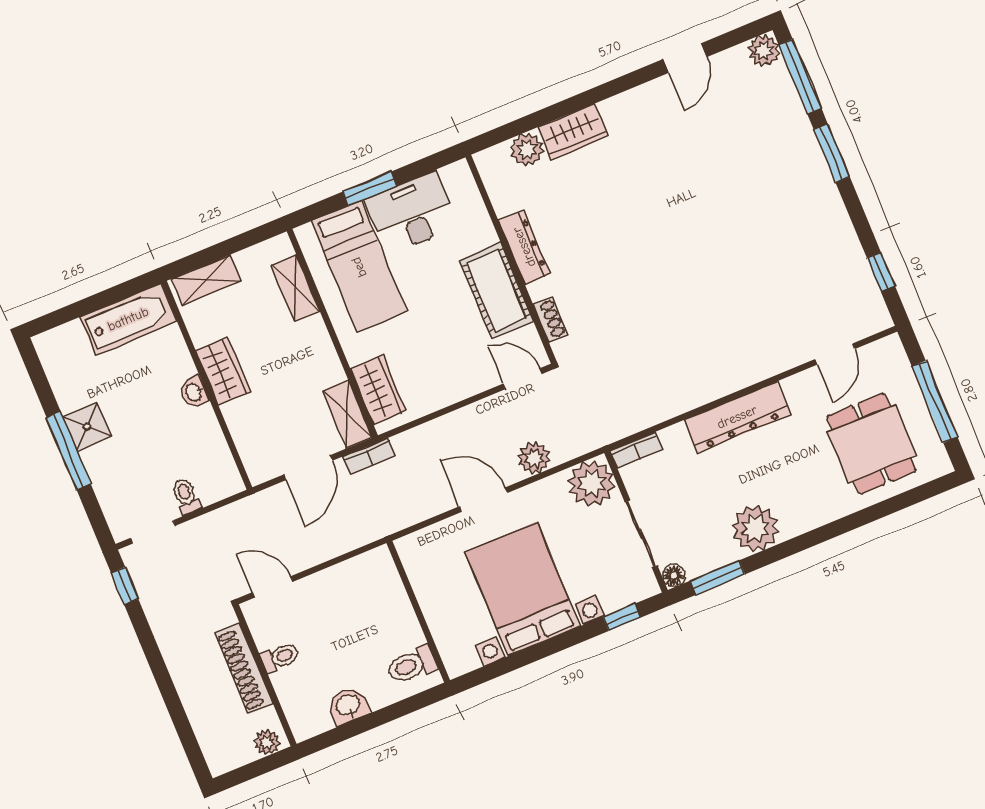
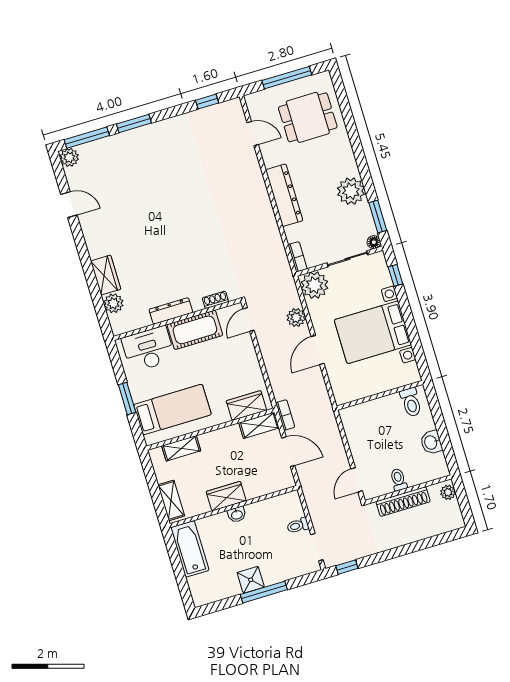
desk: (412, 213) -> (148, 349), moved, turned 90

